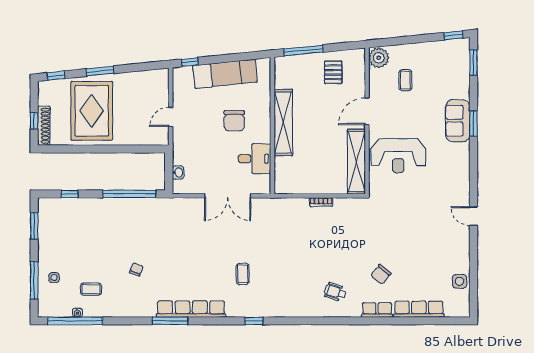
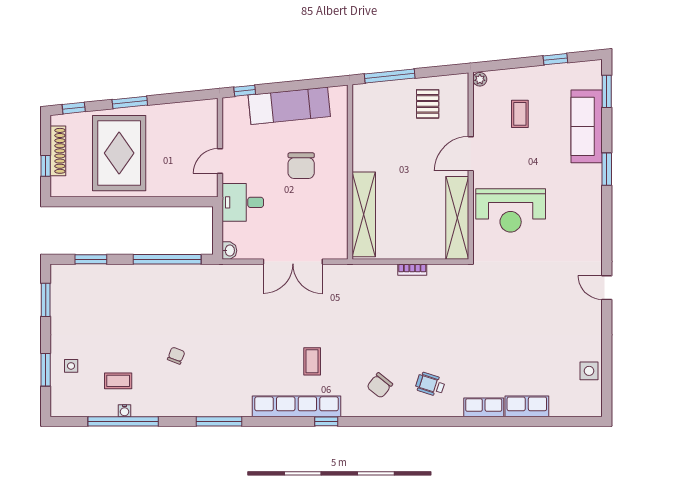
window: (453, 35) -> (555, 59), moved
plant: (379, 58) -> (480, 79), width x0.53, depth x0.53
sofa: (458, 121) -> (587, 126), moved, width x1.36
shelving: (283, 123) -> (364, 214), moved
shoe rack: (44, 126) -> (58, 151), moved
desk: (255, 159) -> (243, 202), moved, turned 180
washbasin: (178, 172) -> (229, 251), moved
window: (70, 194) -> (91, 259), width x1.50
chair: (381, 274) -> (380, 385), moved
window: (34, 280) -> (46, 370), width x0.69
row of seats: (191, 309) -> (297, 406), moved
row of seats: (419, 309) -> (527, 406), width x0.68
water cooler: (77, 313) -> (125, 411), moved
window: (75, 321) -> (123, 421), moved

